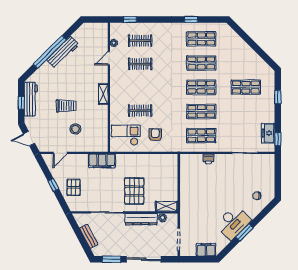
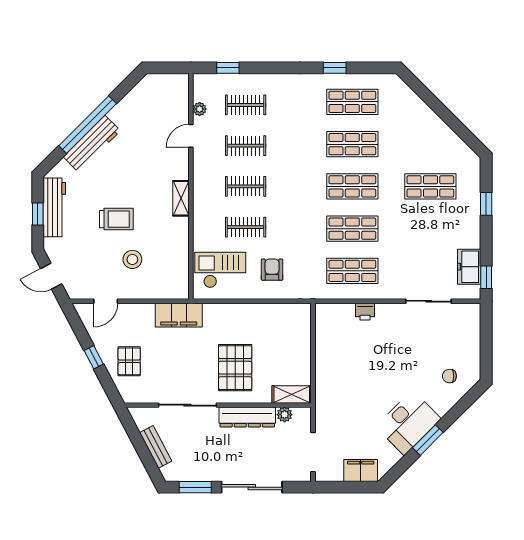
workbench: (63, 52) -> (92, 144), moved
clothes rail: (140, 87) -> (246, 186), added

